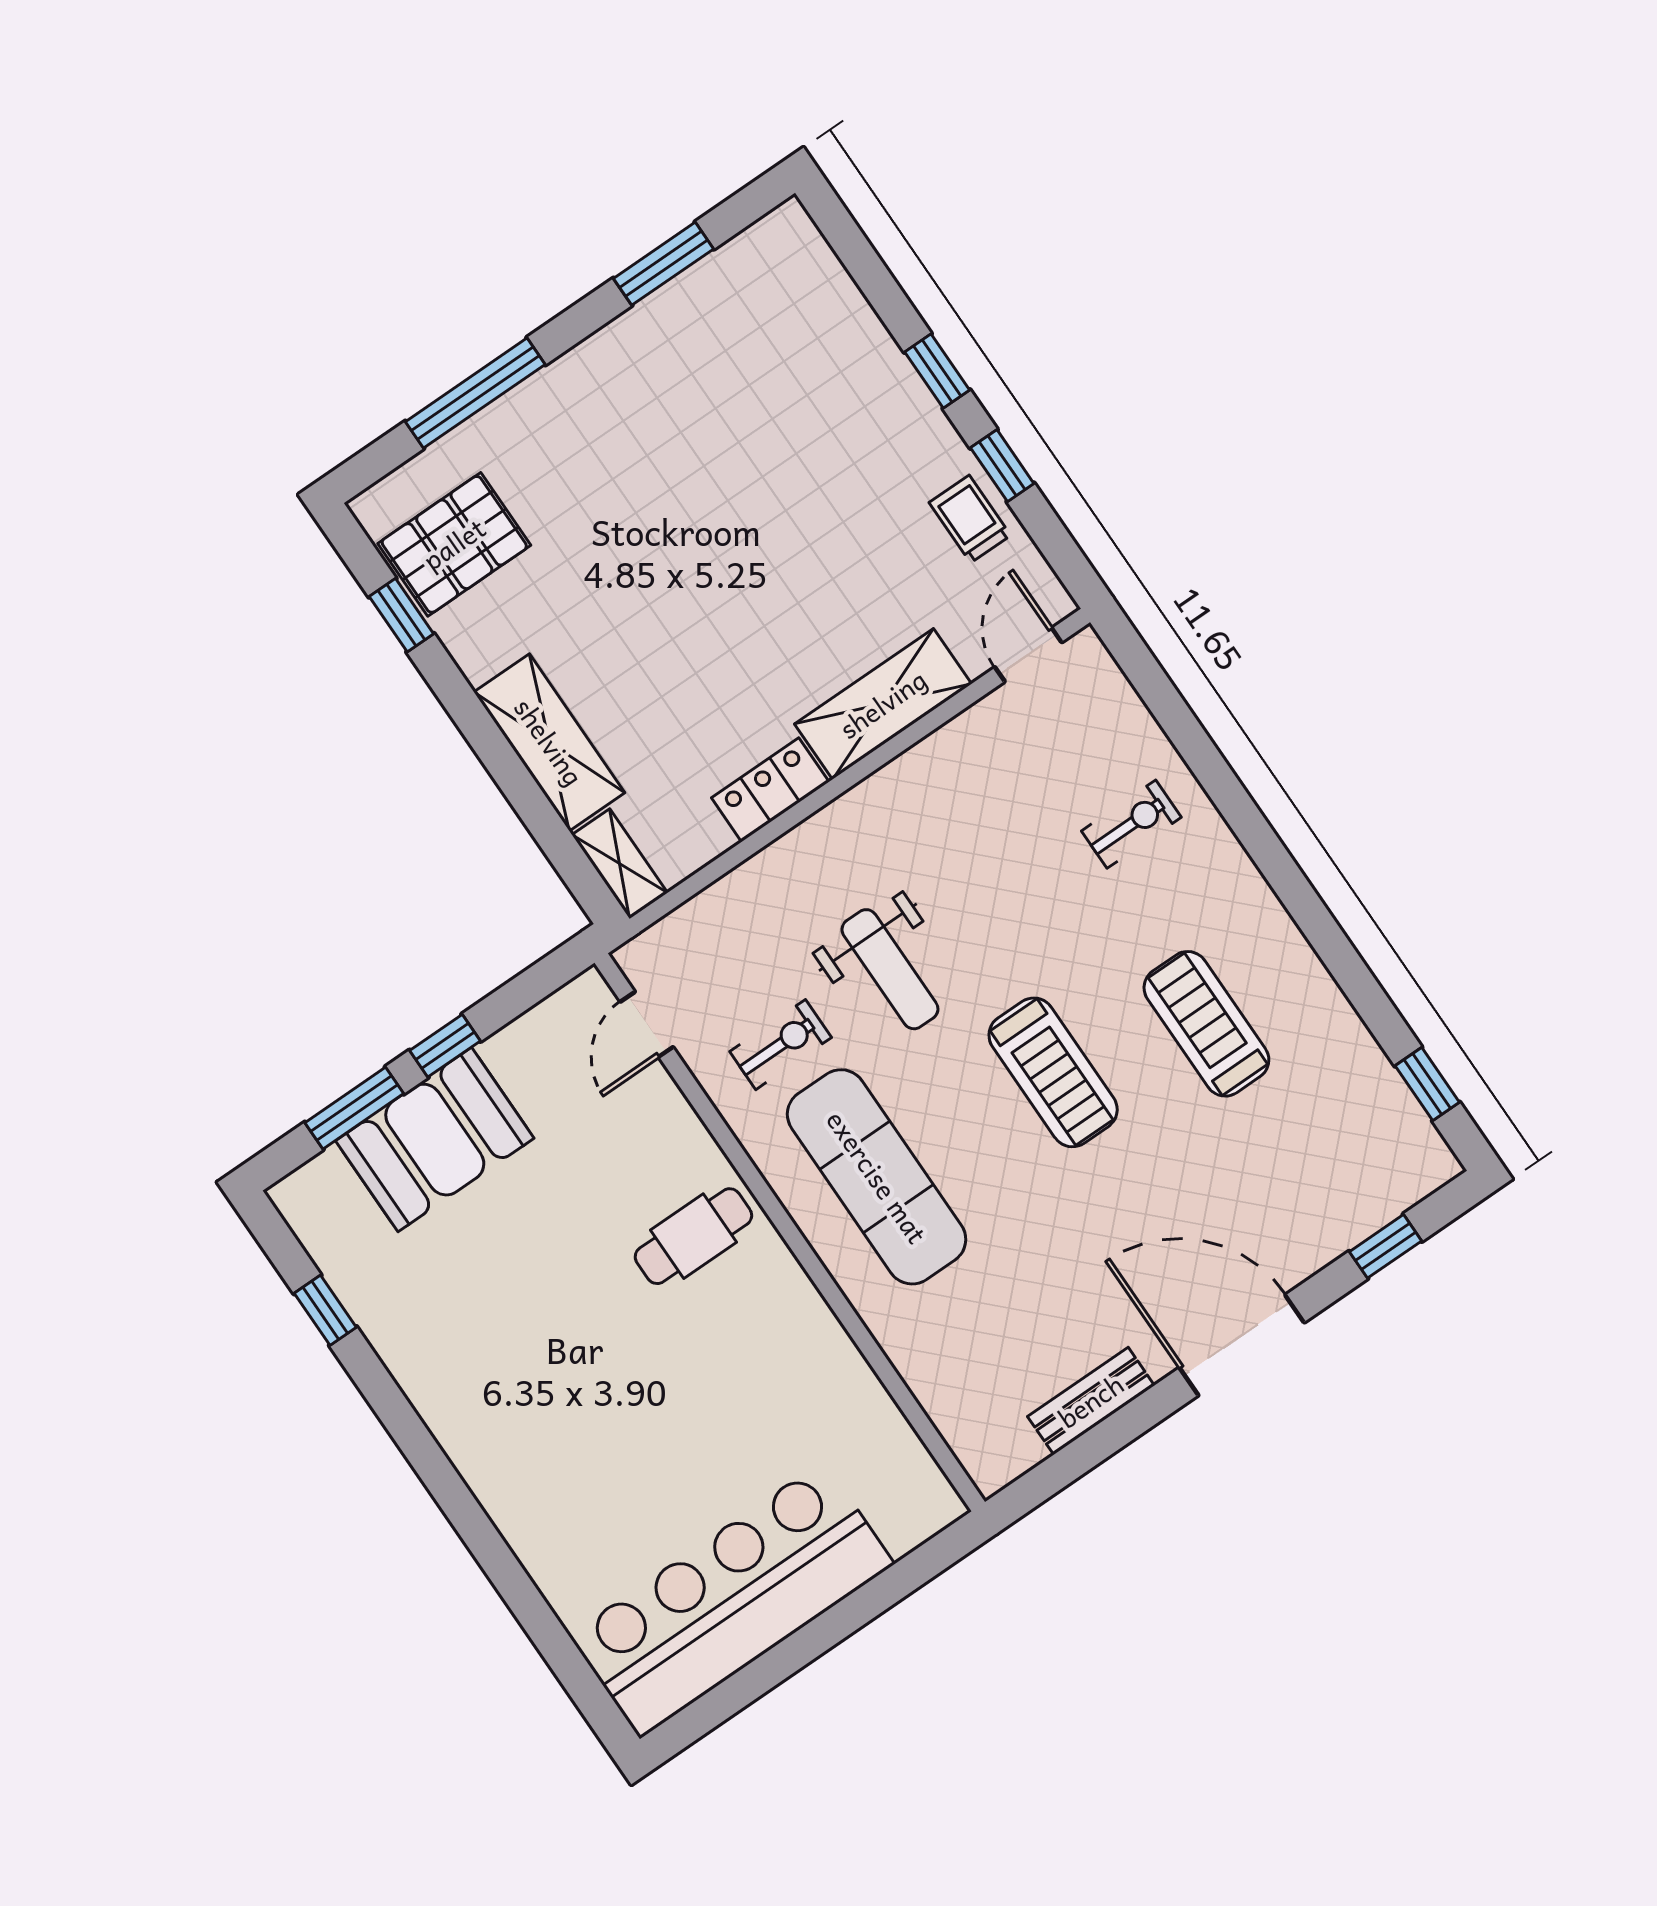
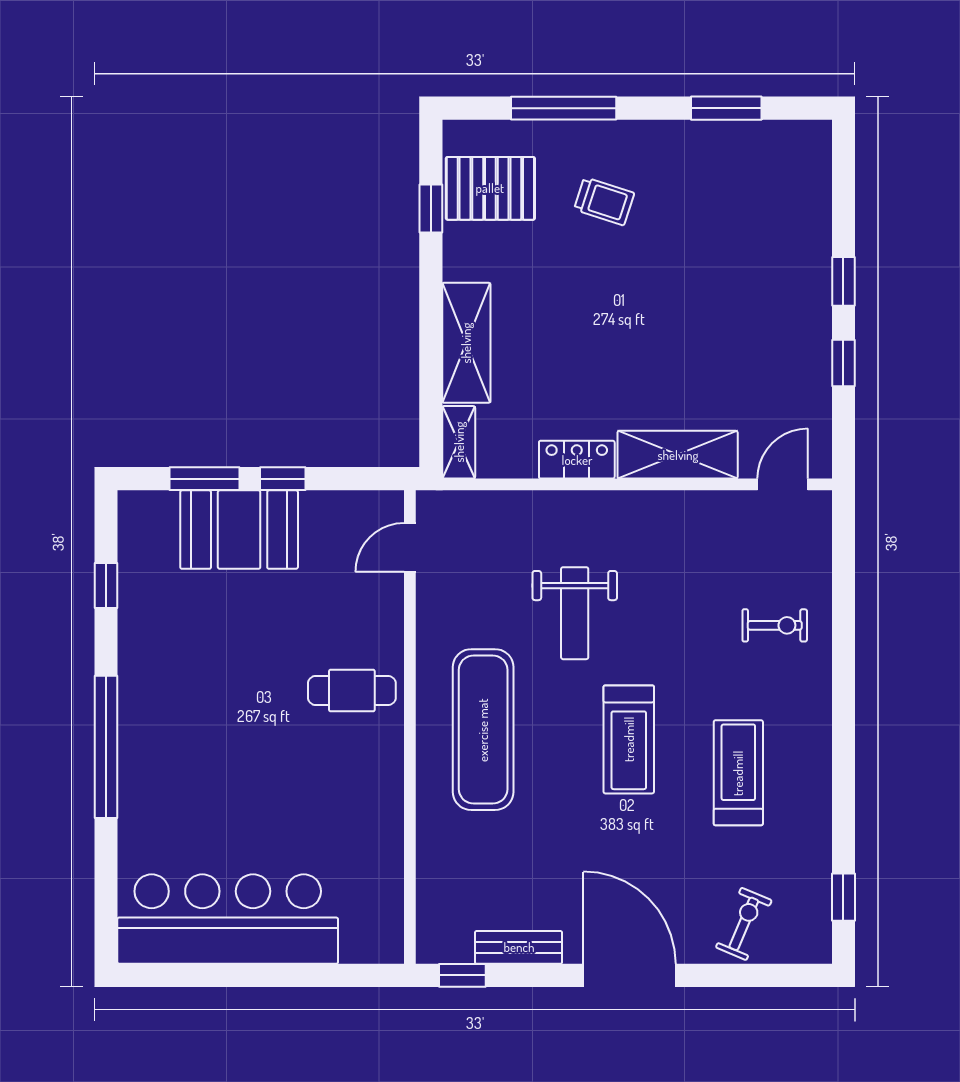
trolley: (970, 519) -> (604, 201), moved, turned 108
exercise bike: (781, 1045) -> (744, 924), moved, turned -67
window: (1385, 1246) -> (462, 975), moved
window: (454, 1497) -> (106, 747), added

